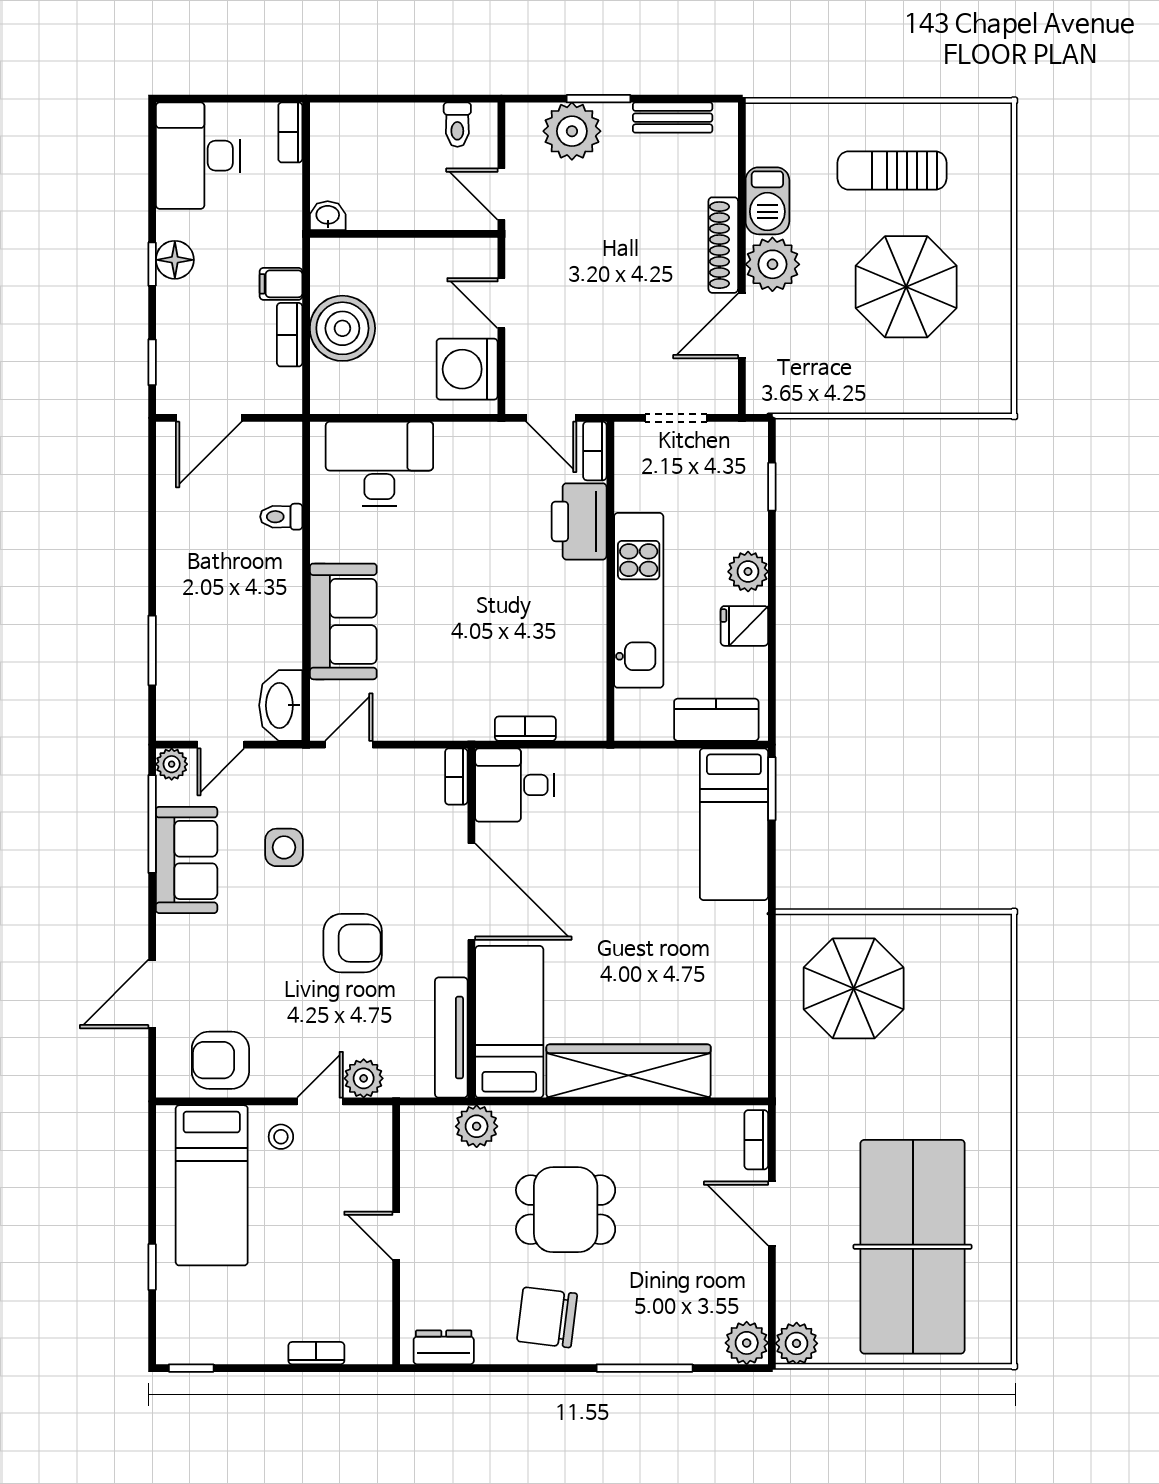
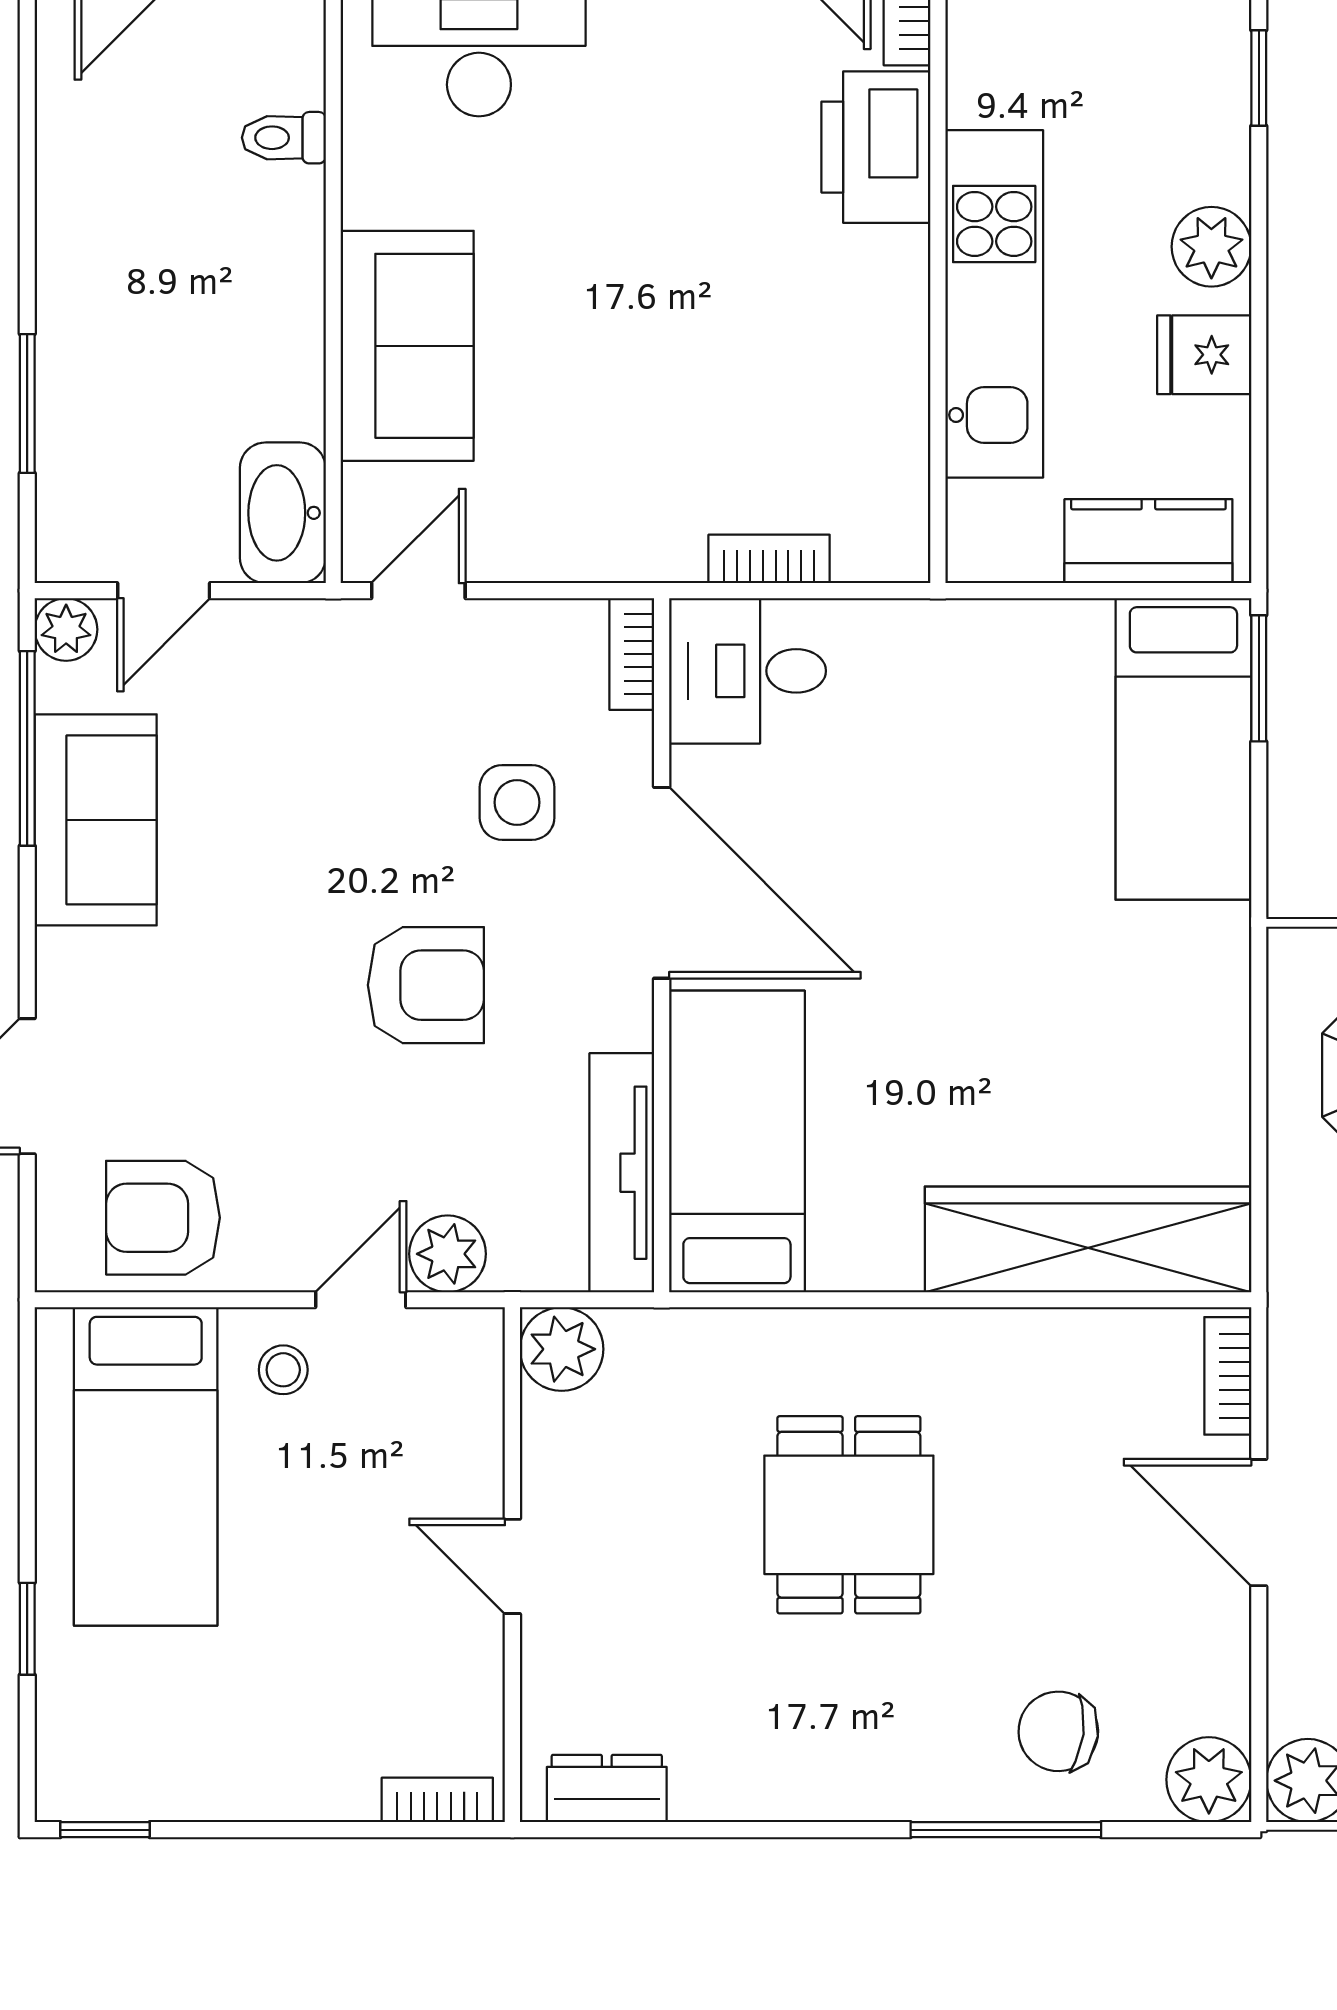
side table: (284, 847) -> (517, 802), moved
wardrobe: (629, 1071) -> (1088, 1239), moved
plant: (477, 1126) -> (562, 1349), moved
dining table: (566, 1210) -> (849, 1515), turned 90
chair: (547, 1317) -> (1058, 1731), moved, width x0.73, depth x0.73
bookcase: (316, 1353) -> (437, 1800), moved

